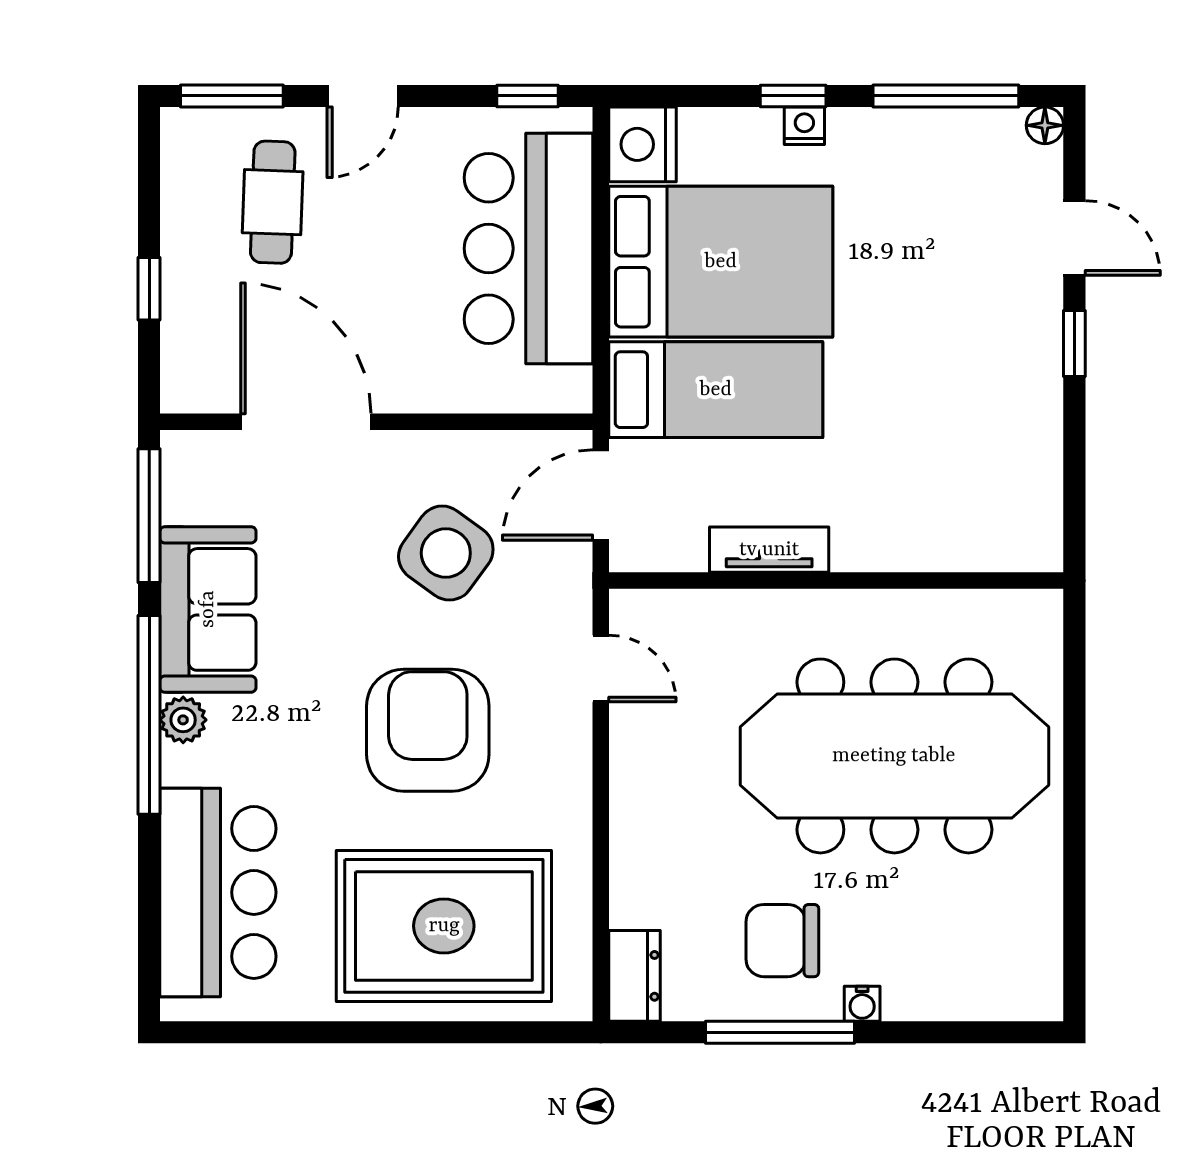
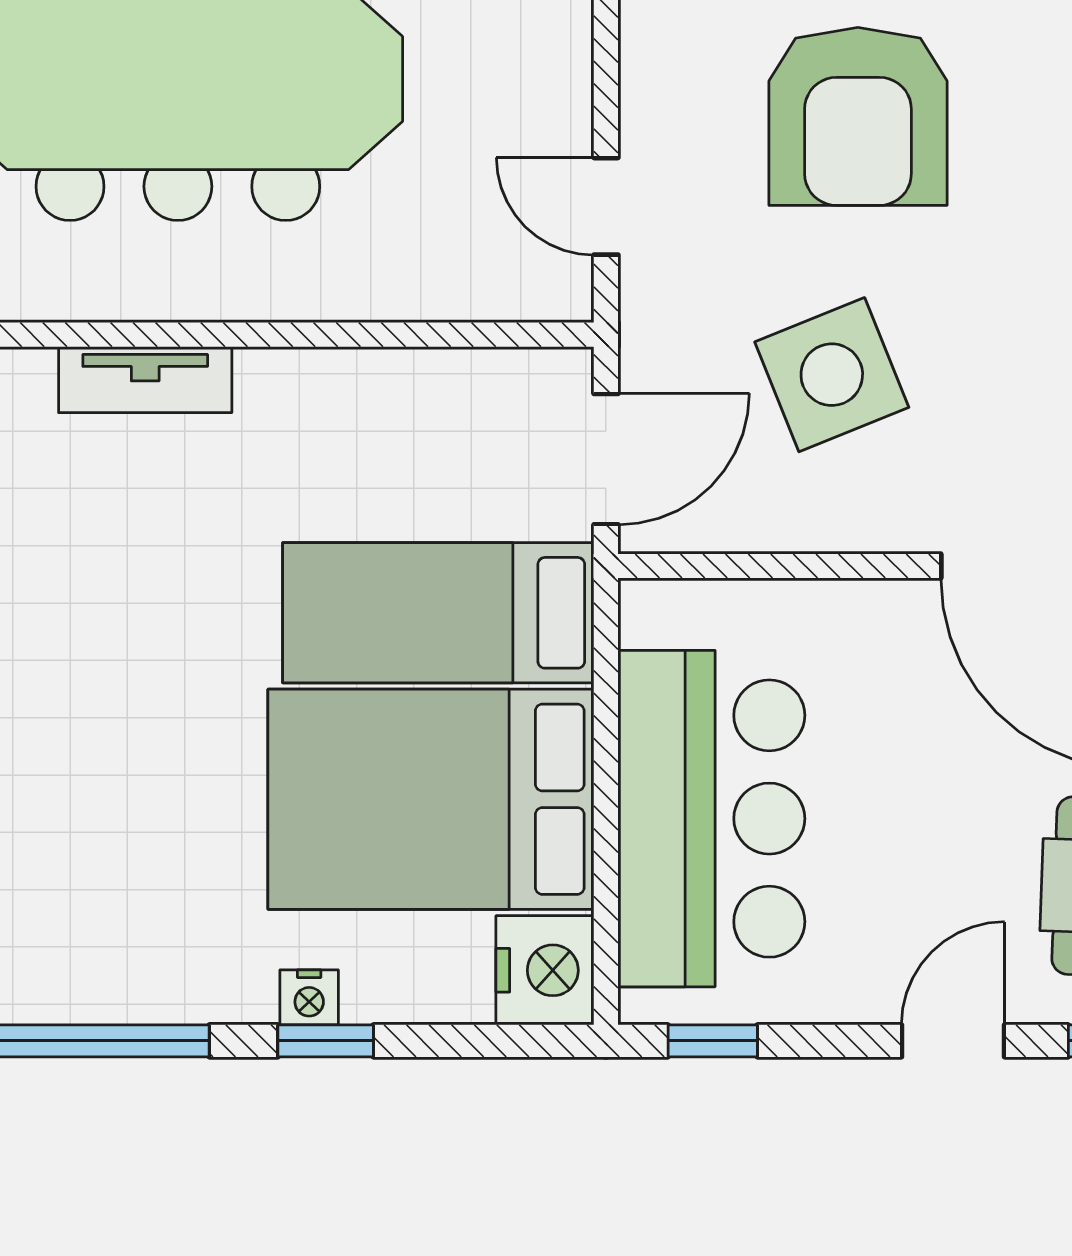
tv unit: (769, 550) -> (145, 380), moved
side table: (446, 553) -> (832, 375), turned 32

